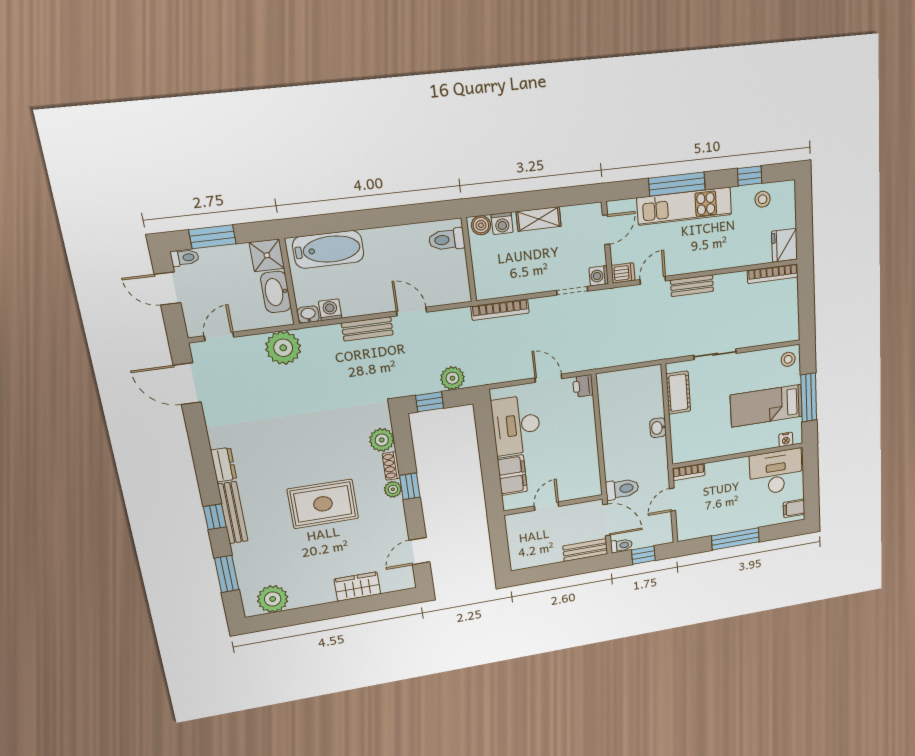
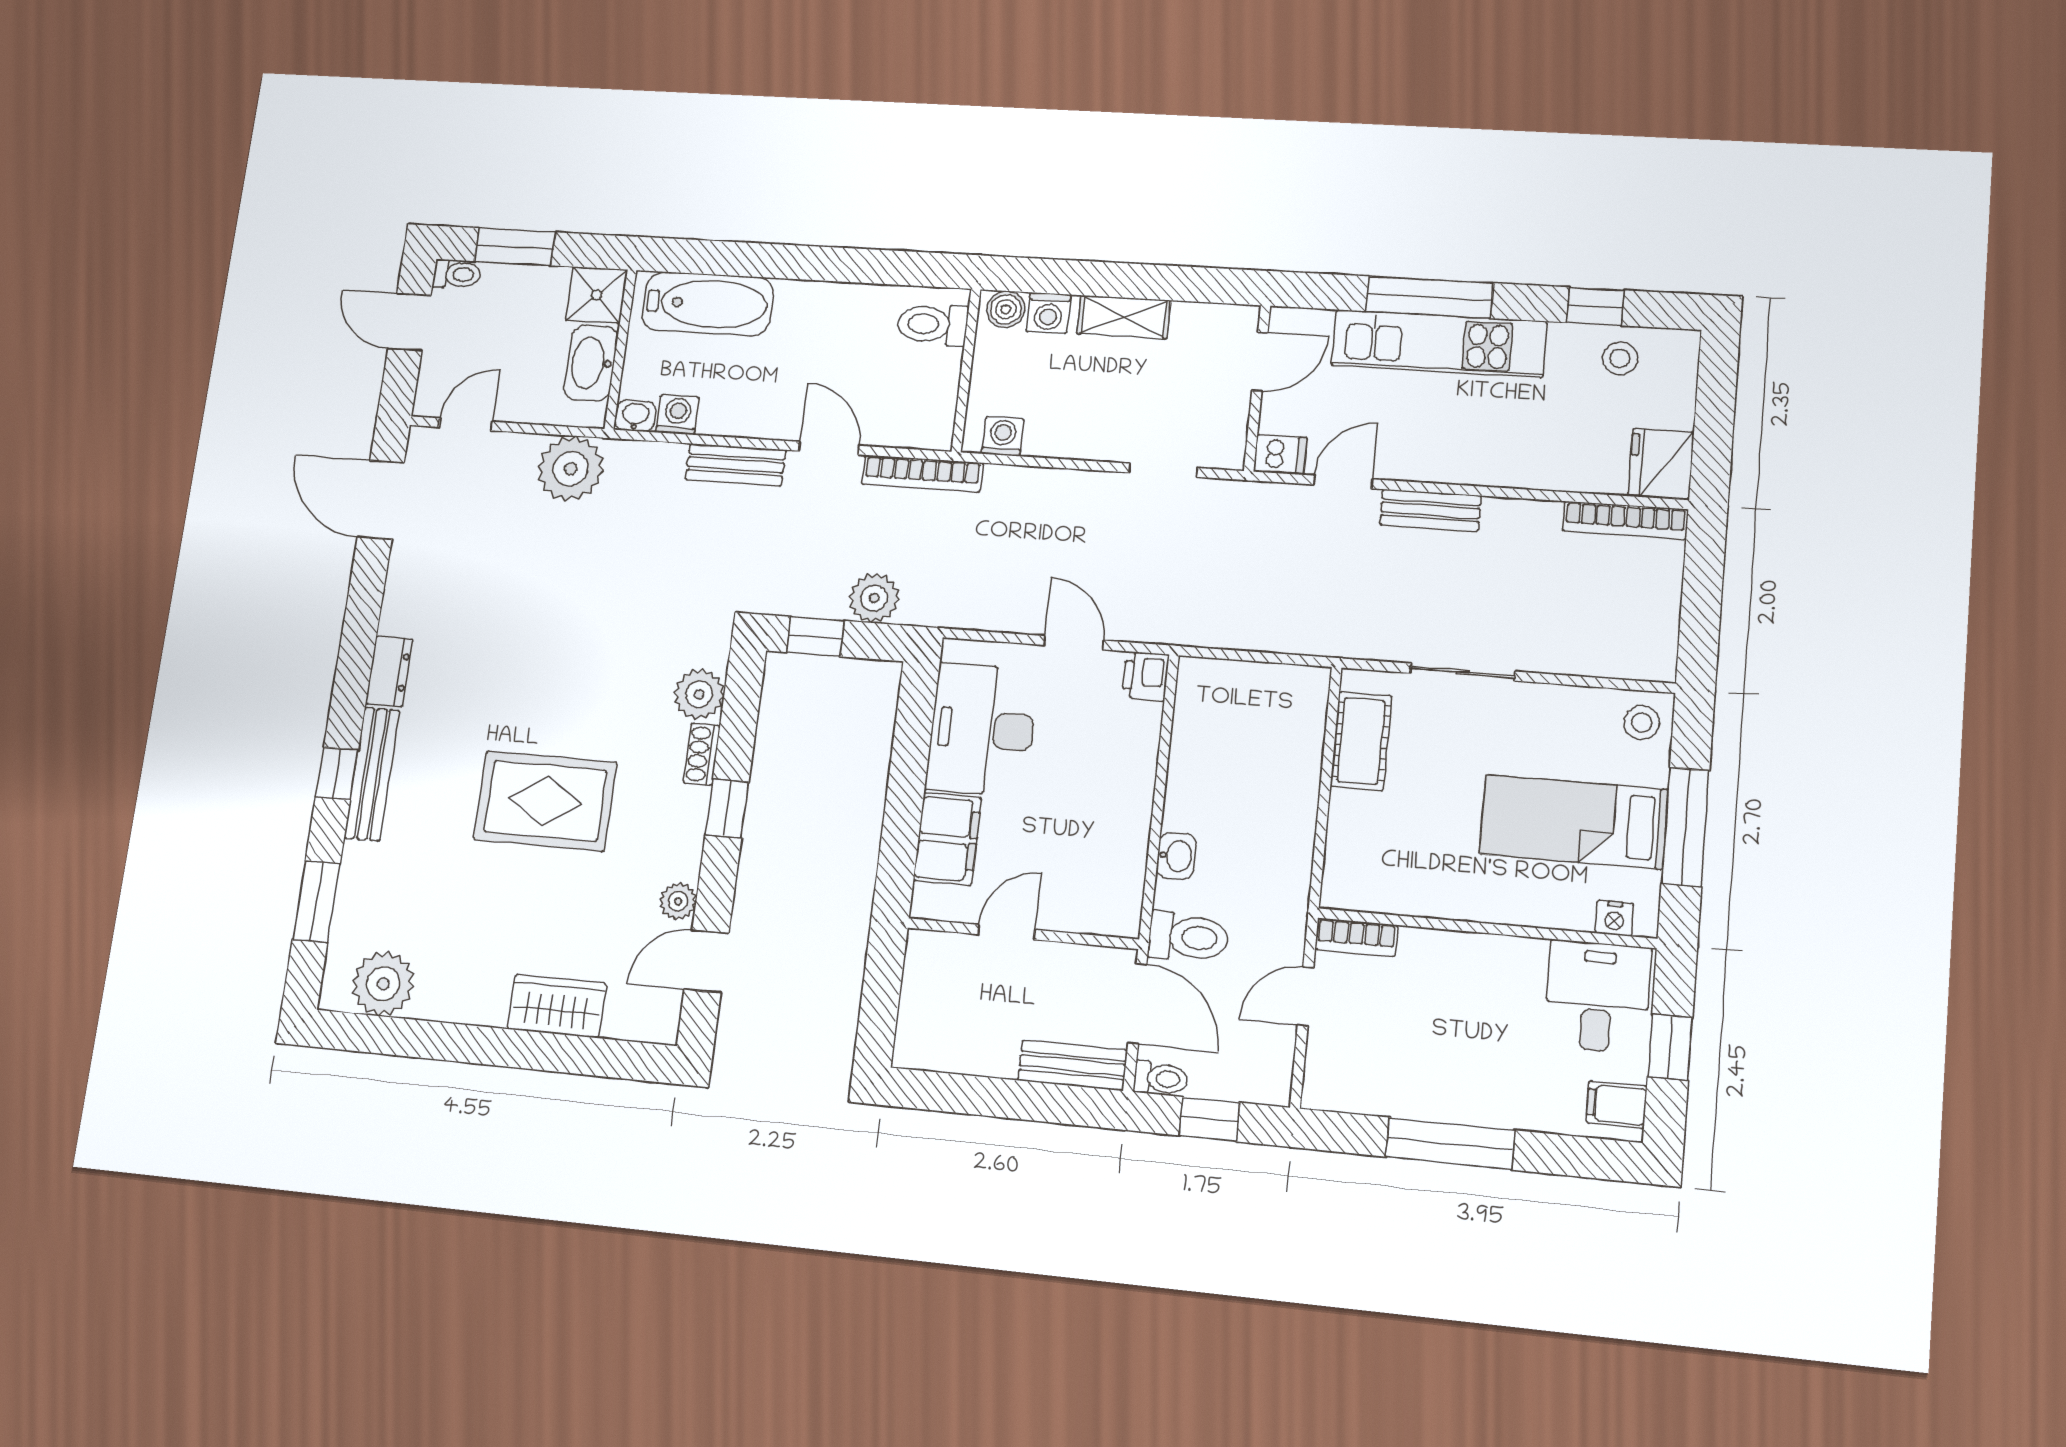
washing machine: (599, 276) -> (1003, 436), moved, turned 90
bookcase: (500, 310) -> (922, 474), moved
washbasin: (658, 428) -> (1176, 856), moved, turned 180
desk: (776, 472) -> (1598, 997), width x0.73
window: (811, 482) -> (1670, 1047), added
plant: (393, 489) -> (678, 901), moved

